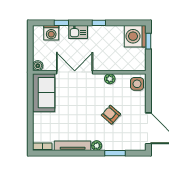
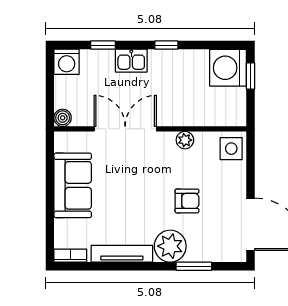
washing machine: (51, 33) -> (67, 62), moved
sofa: (44, 93) -> (73, 185), moved
armchair: (111, 115) -> (187, 201), turned 138
plant: (97, 146) -> (170, 246), width x1.87, depth x1.87

